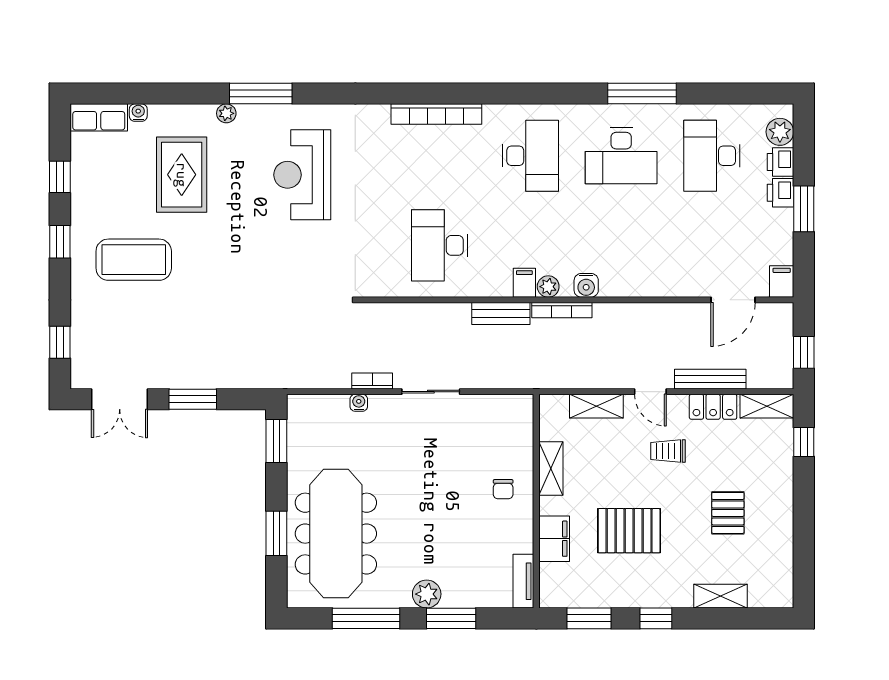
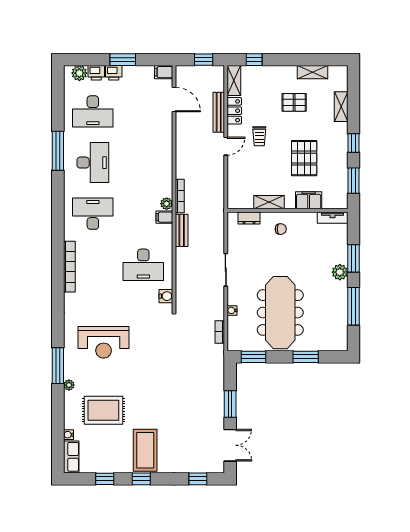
coffee table: (134, 260) -> (145, 450), moved
water cooler: (586, 285) -> (166, 296), moved
bookcase: (372, 381) -> (220, 332), moved
shelving: (596, 406) -> (313, 72), moved, turned 90
dresser: (523, 433) -> (249, 218), added
meeting table: (336, 534) -> (280, 313), moved, turned 90

